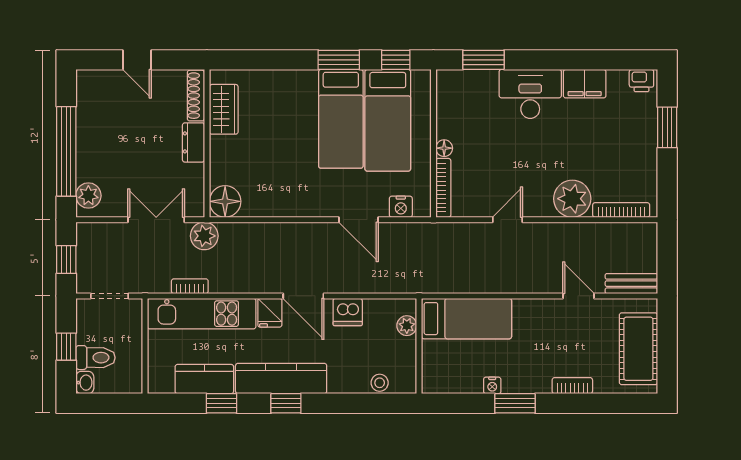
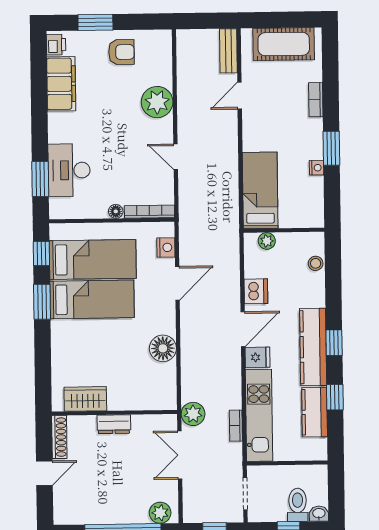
filing cabinet: (585, 84) -> (61, 84), width x1.50, depth x1.17
desk: (530, 94) -> (69, 170), moved
shoe rack: (196, 96) -> (59, 437), moved, turned -90
armchair: (632, 157) -> (121, 52), added
floor lamp: (225, 201) -> (163, 348), moved
bookcase: (621, 210) -> (166, 60), removed

